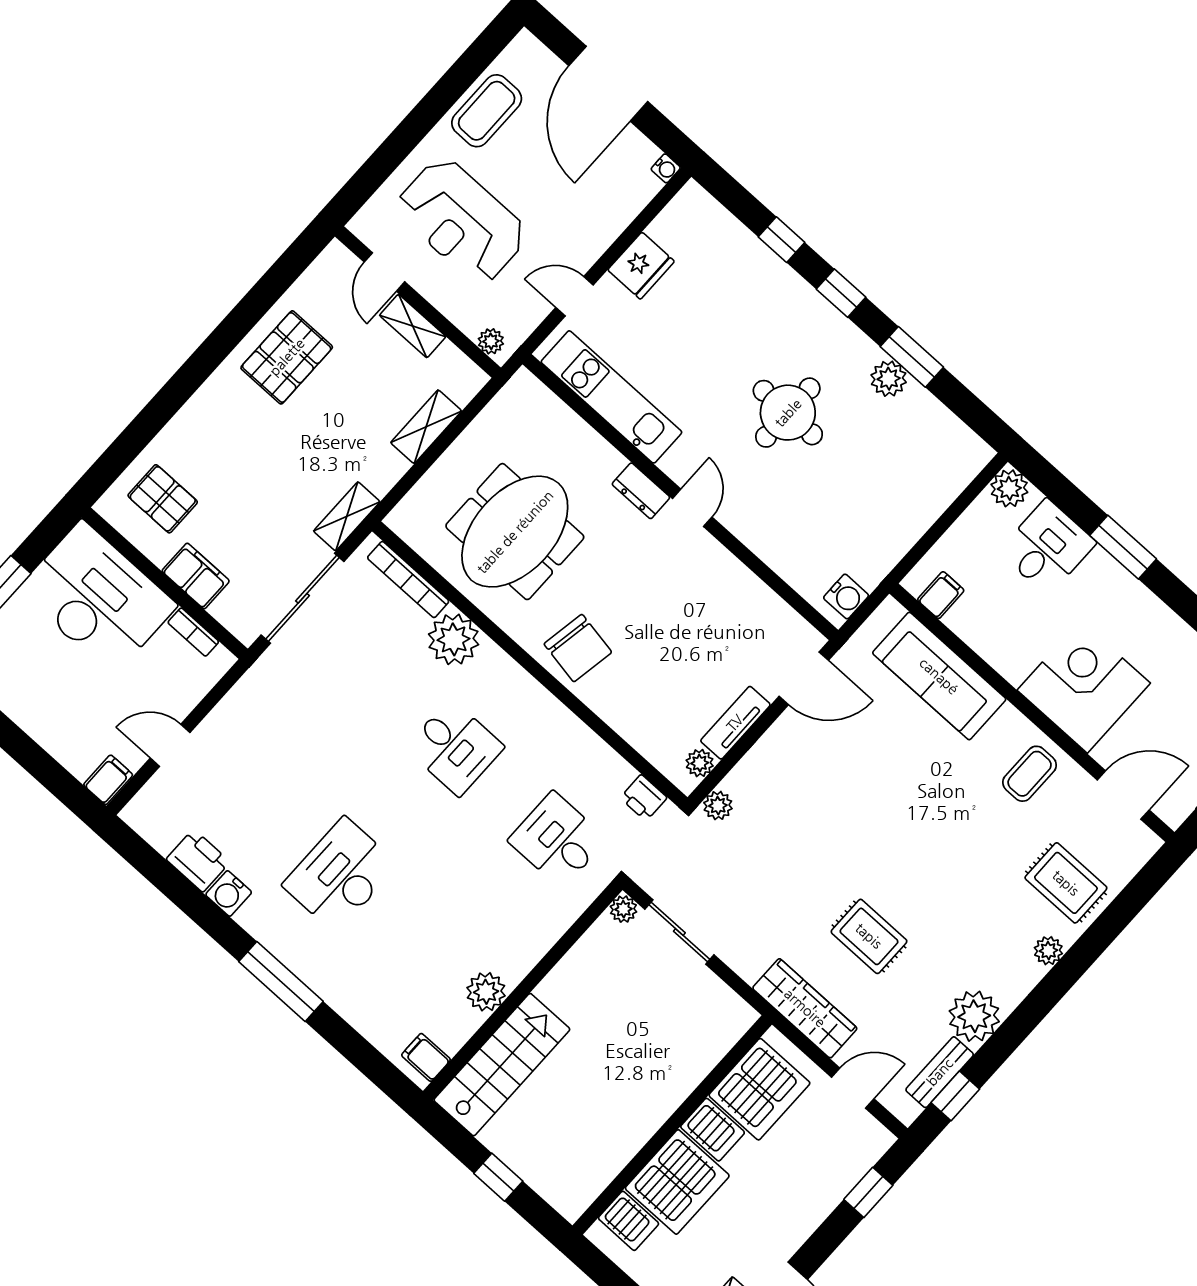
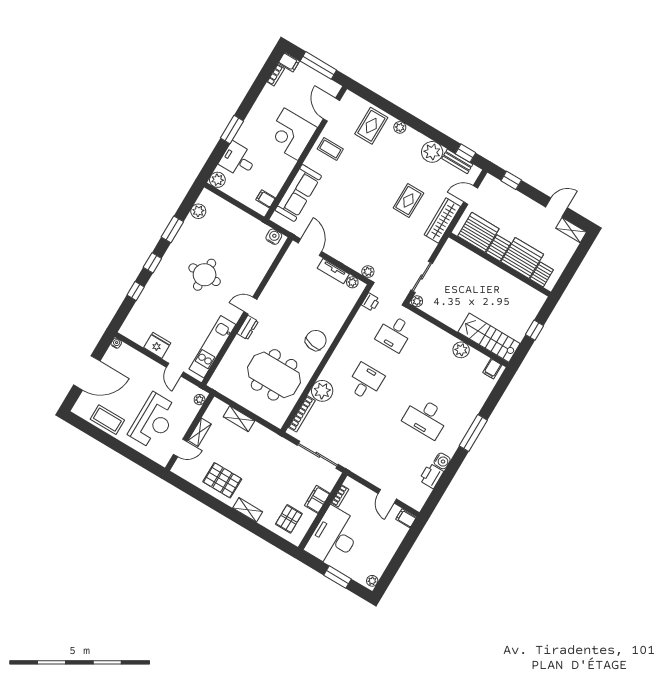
plant: (889, 379) -> (198, 211), moved
shelving: (347, 516) -> (248, 510), moved
door: (853, 1088) -> (471, 195), hinge flipped

